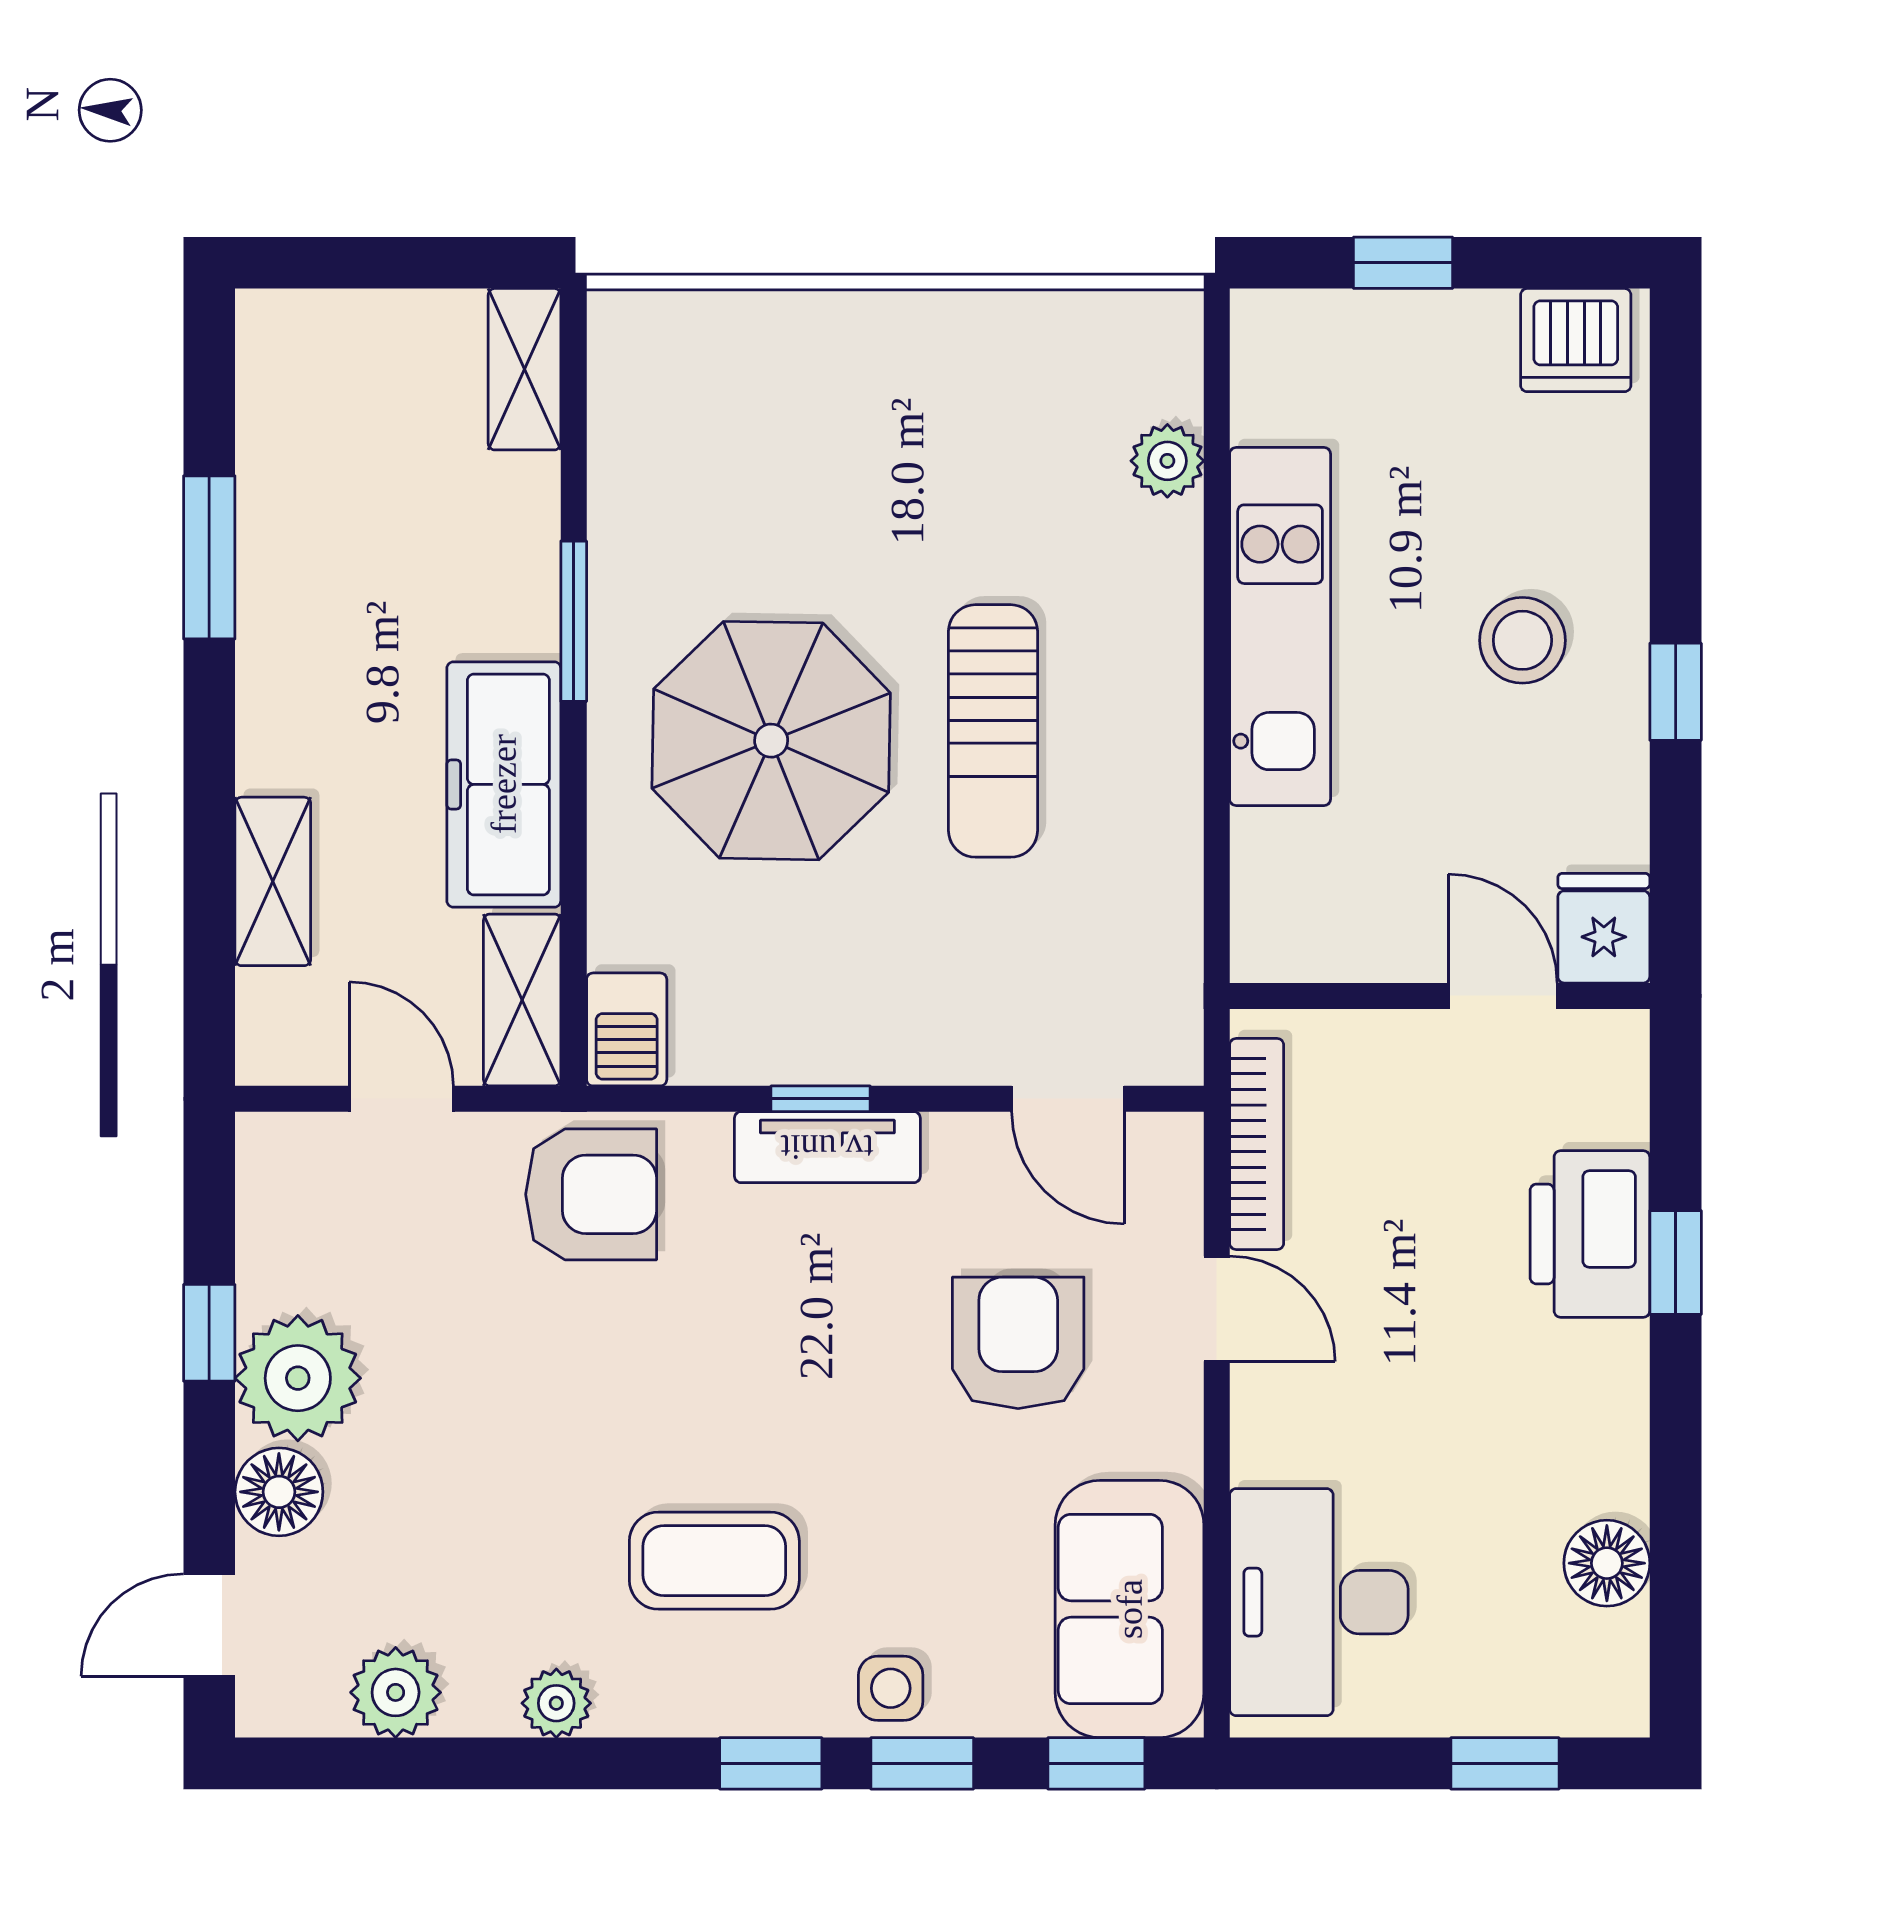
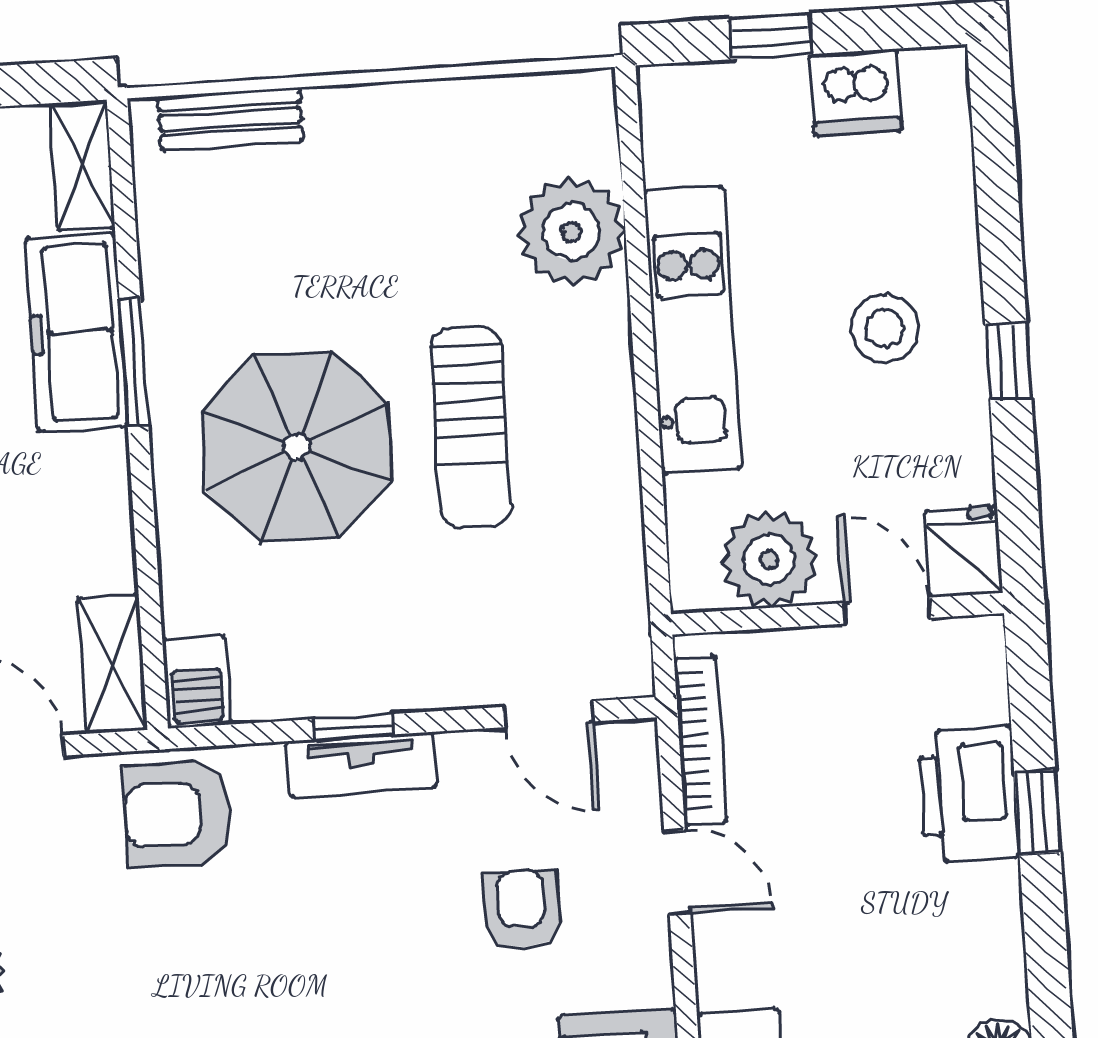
bench: (715, 323) -> (230, 119), added
dishwasher: (1576, 340) -> (855, 92), moved
plant: (1167, 461) -> (571, 232), width x1.88, depth x1.88
freezer: (504, 784) -> (77, 332), moved
plant: (1358, 922) -> (769, 559), added
armchair: (591, 1194) -> (177, 814), turned 180
armchair: (1018, 1343) -> (522, 909), width x0.72, depth x0.72

